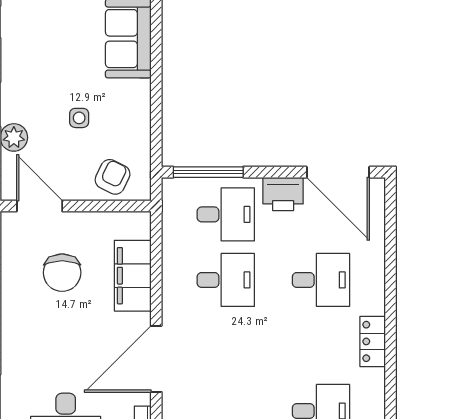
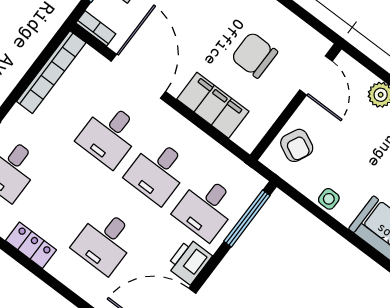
side table: (79, 118) -> (329, 199), moved
door: (40, 206) -> (316, 76), hinge flipped
desk: (226, 345) -> (110, 135), added

